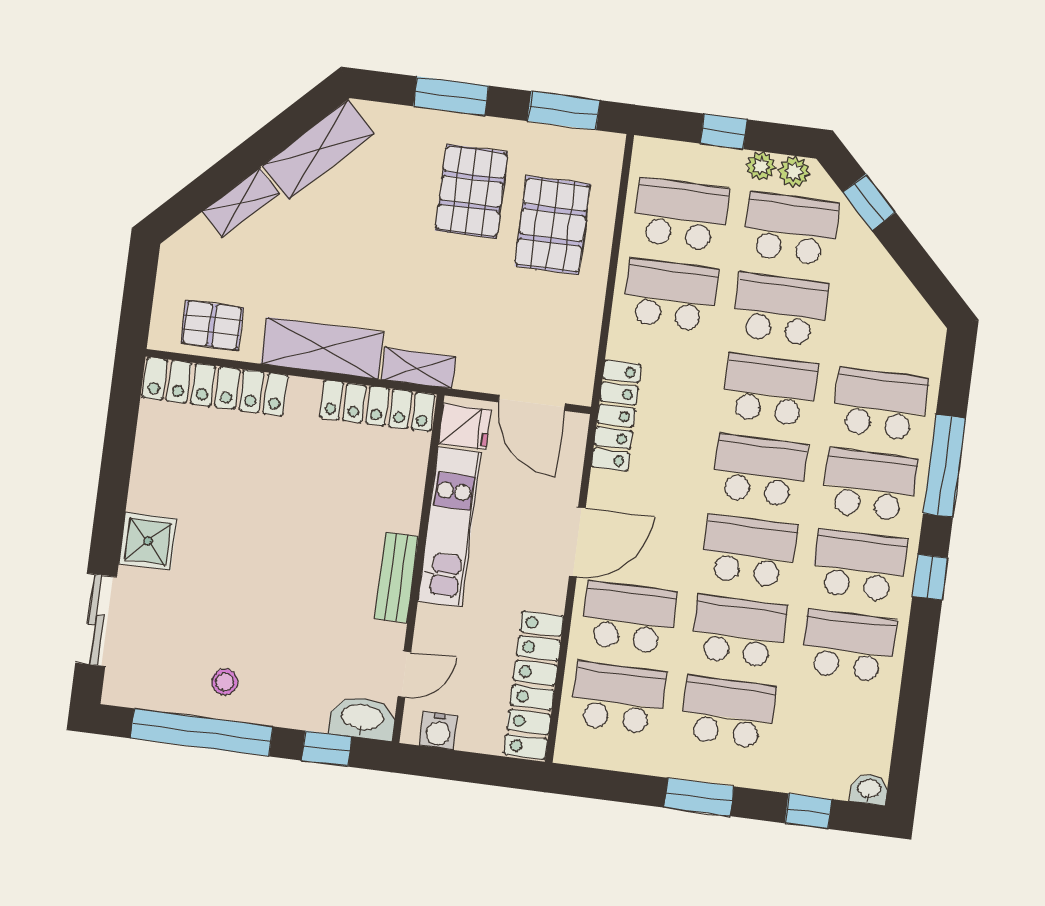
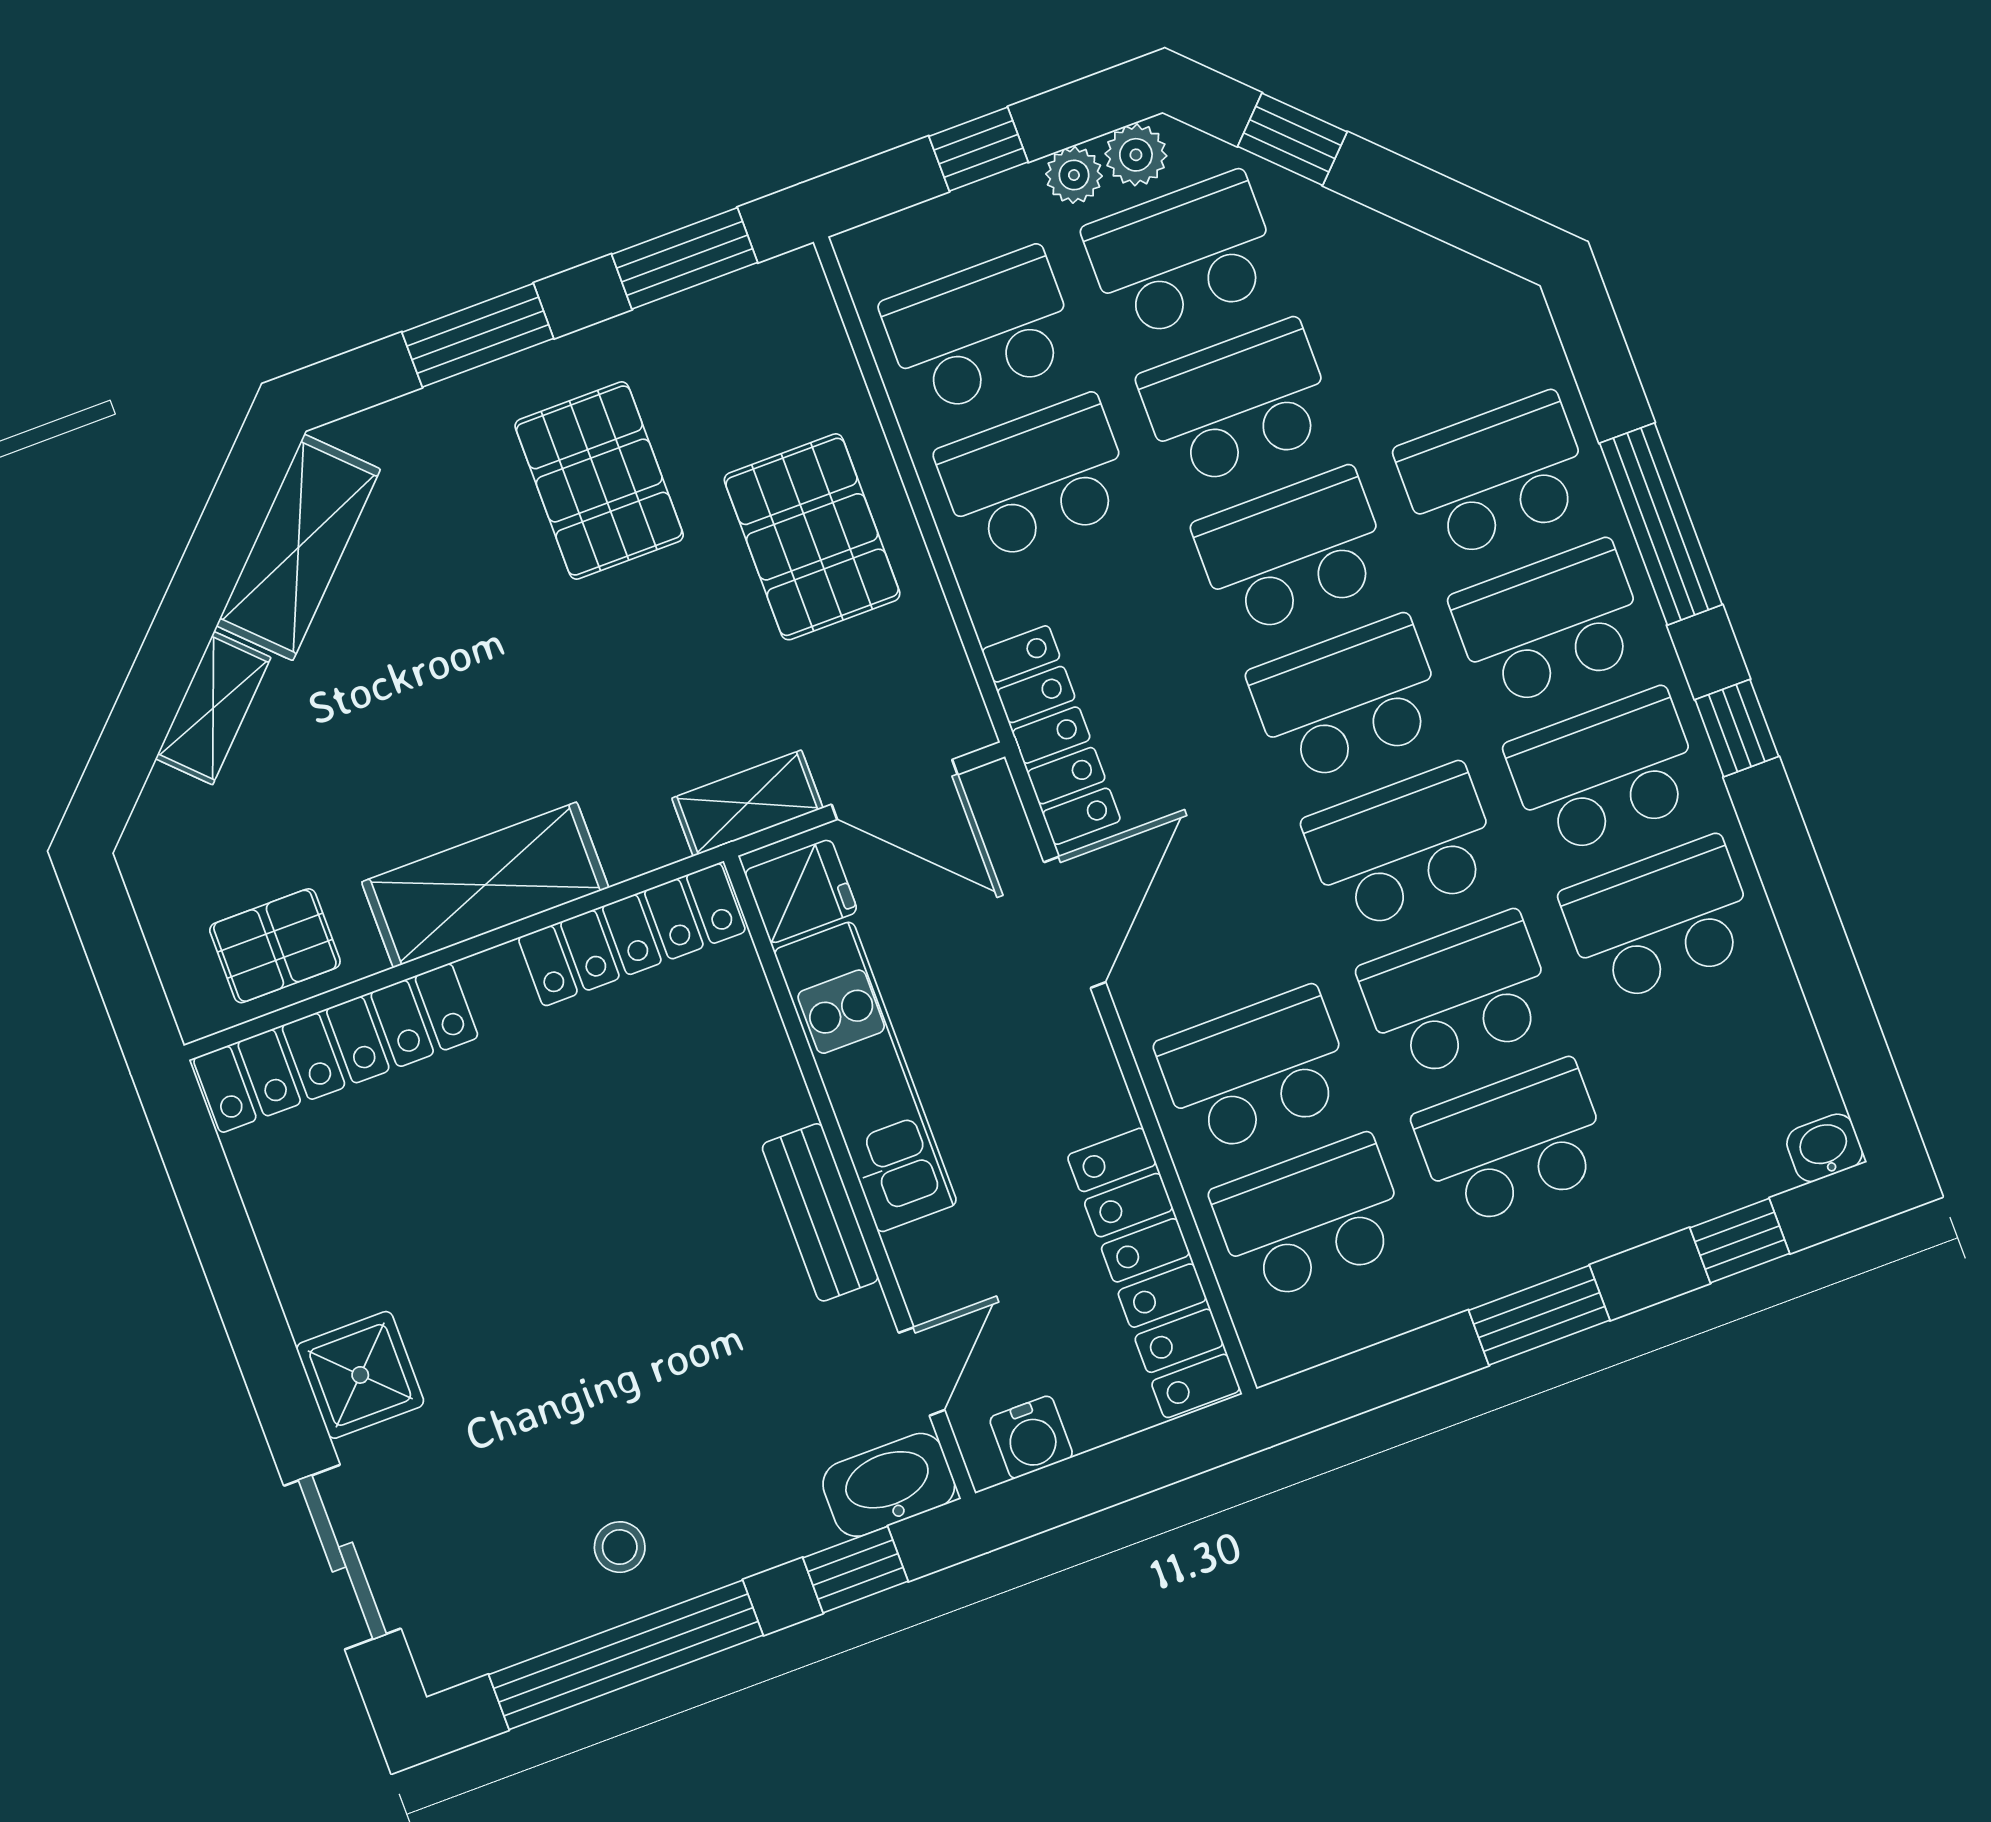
pallet: (553, 225) -> (812, 537), moved
shelving: (419, 368) -> (747, 803), moved
door: (577, 542) -> (1075, 922), moved

